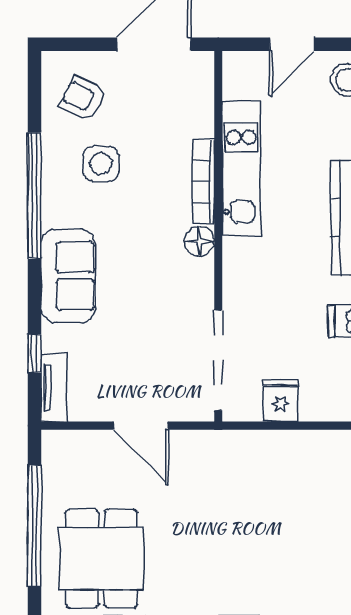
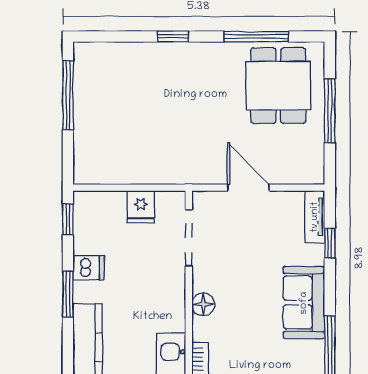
floor lamp: (199, 241) -> (203, 304), moved
doorway: (218, 360) -> (189, 238), width x0.73
window: (34, 526) -> (330, 111), width x0.68

